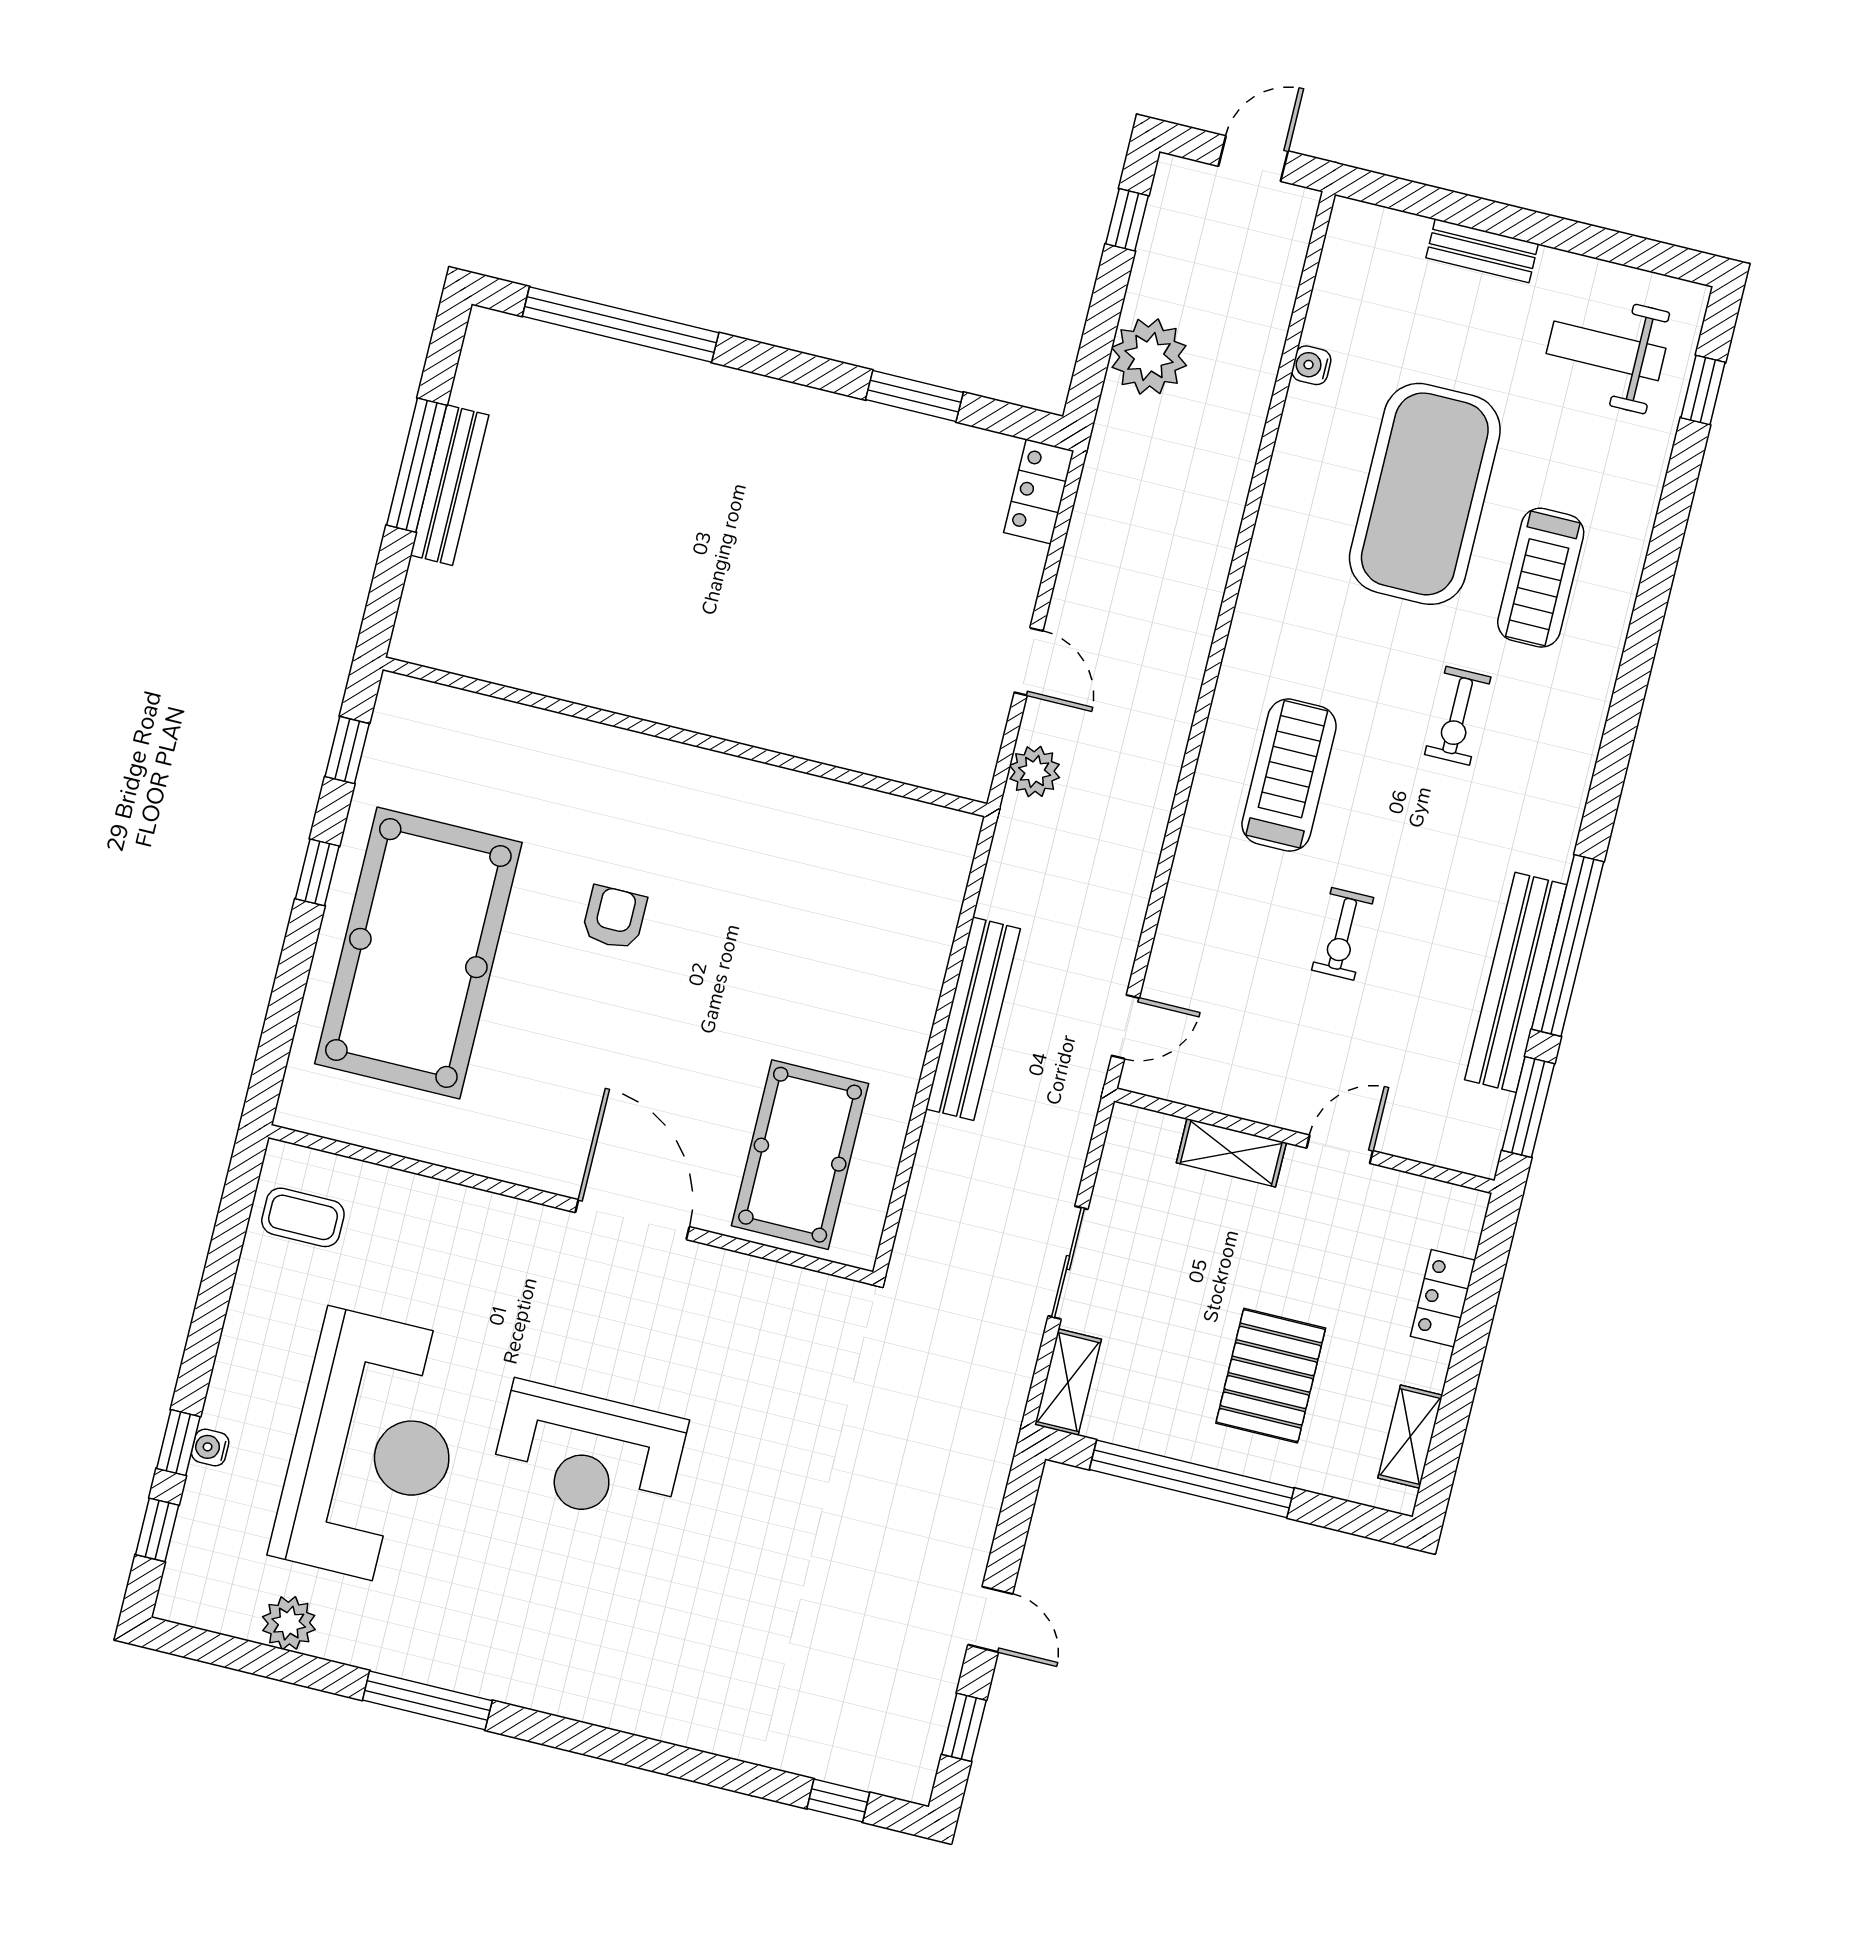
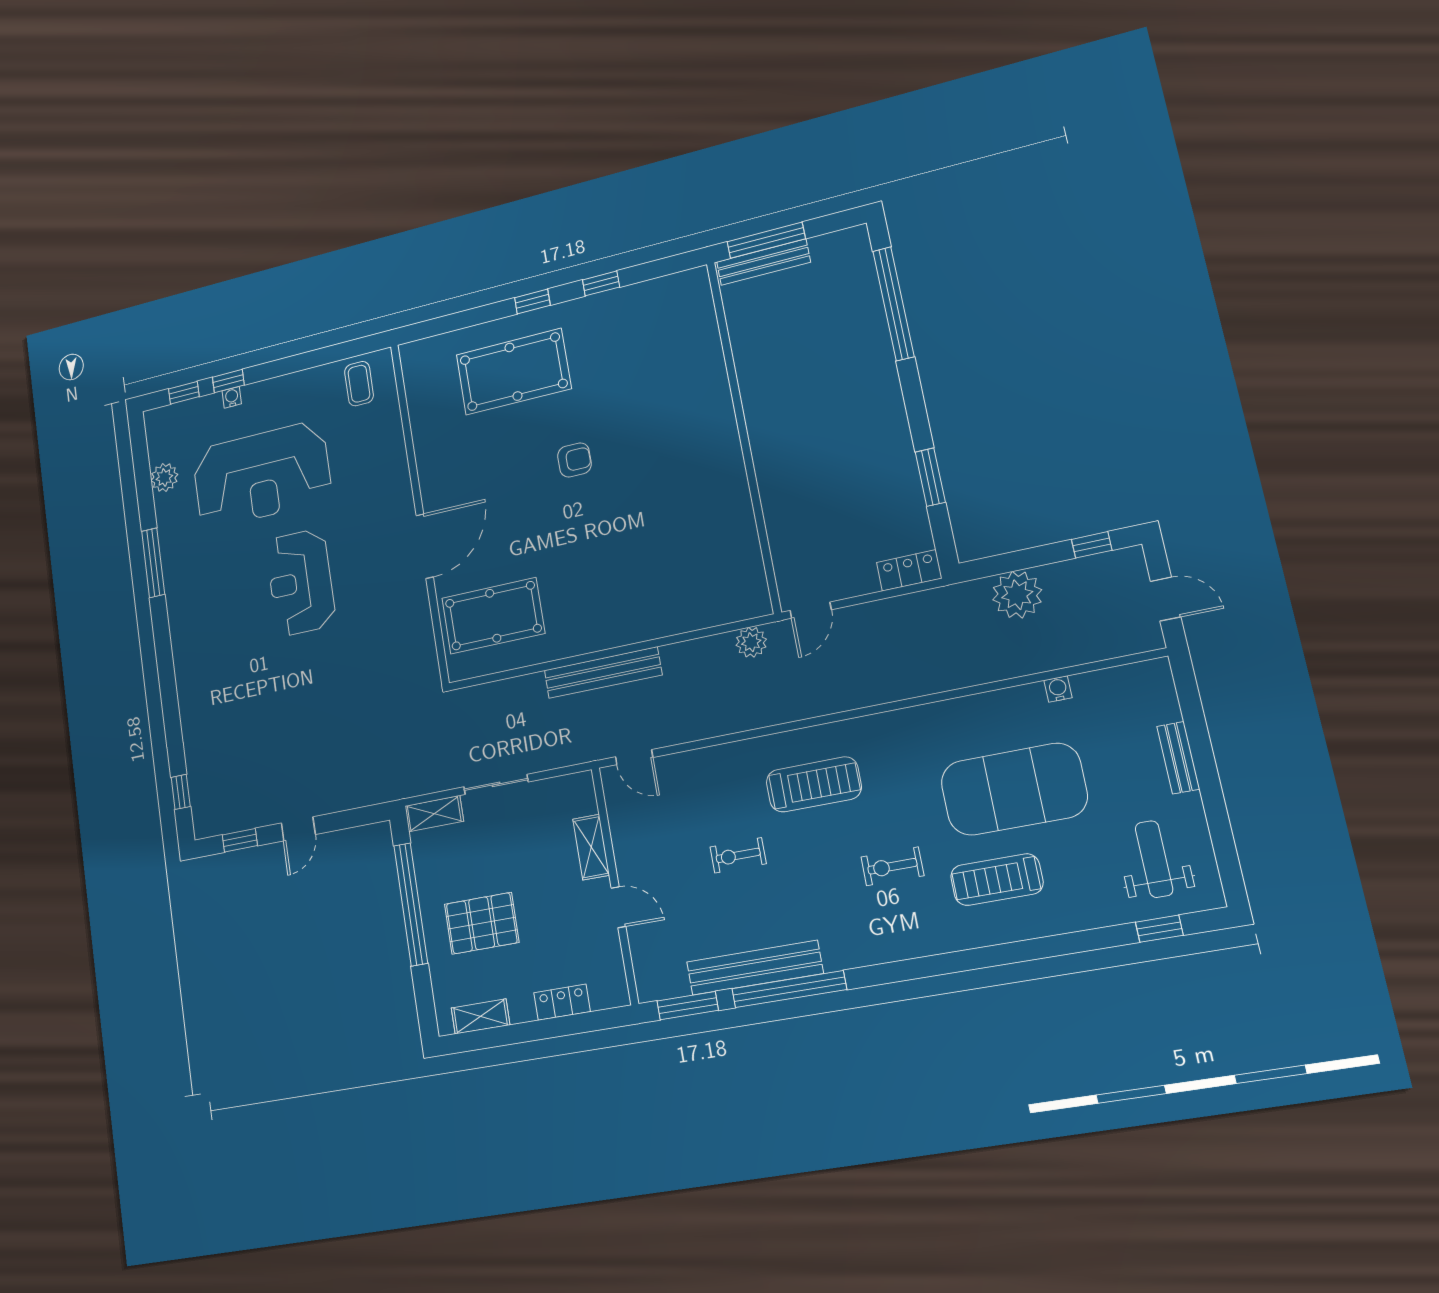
wall: (685, 737) -> (743, 435), moved
pool table: (418, 953) -> (513, 372), width x0.73, depth x0.76

